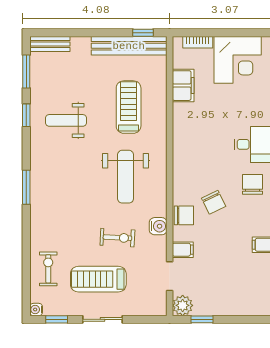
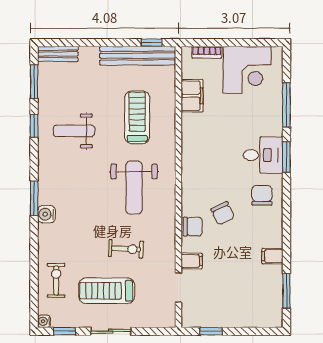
water cooler: (158, 226) -> (47, 214), moved, turned 180
plant: (183, 305) -> (191, 317), removed

